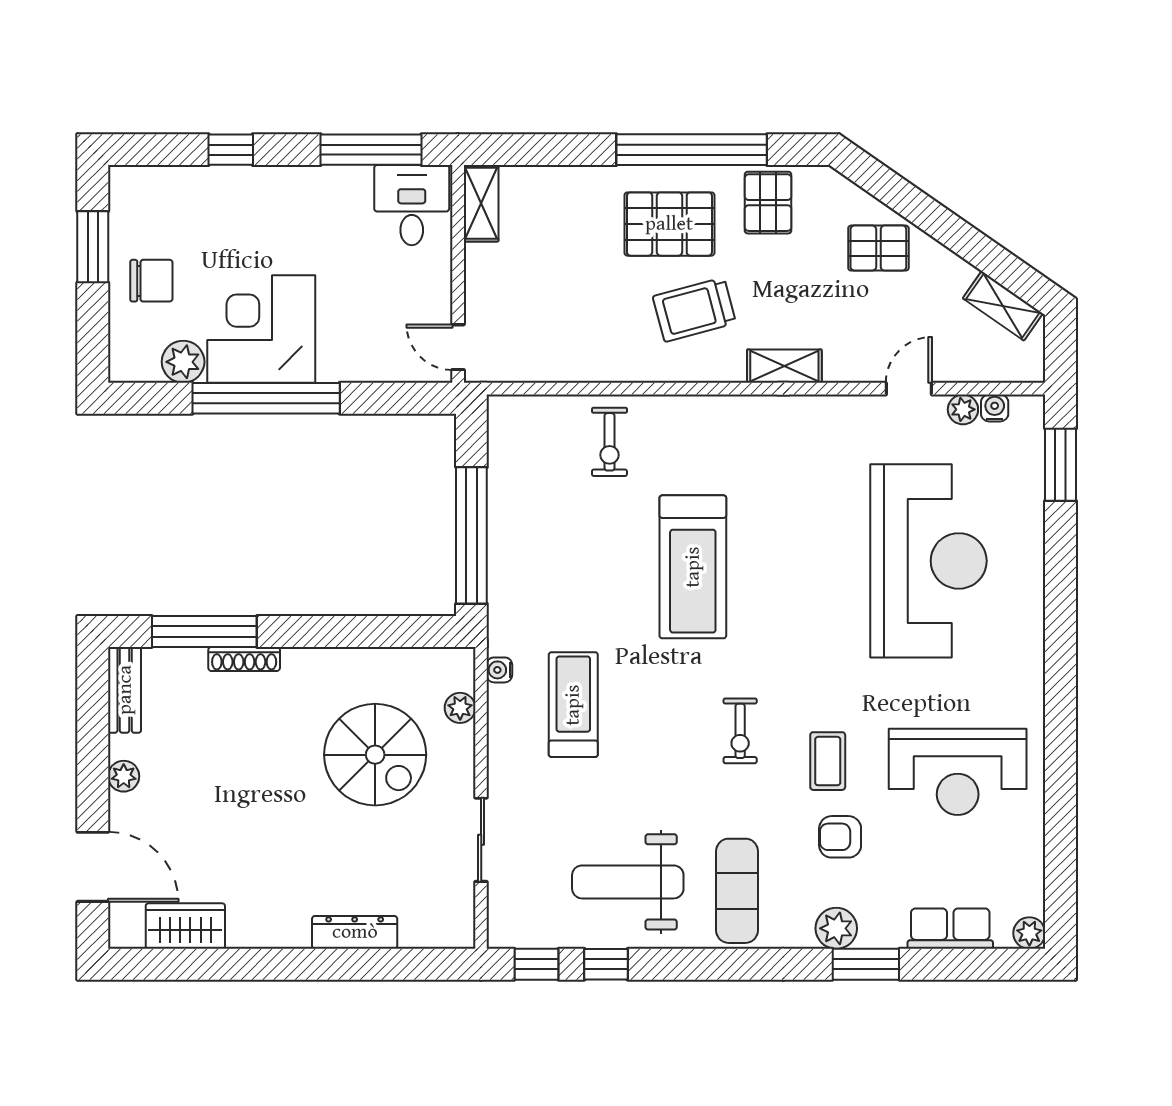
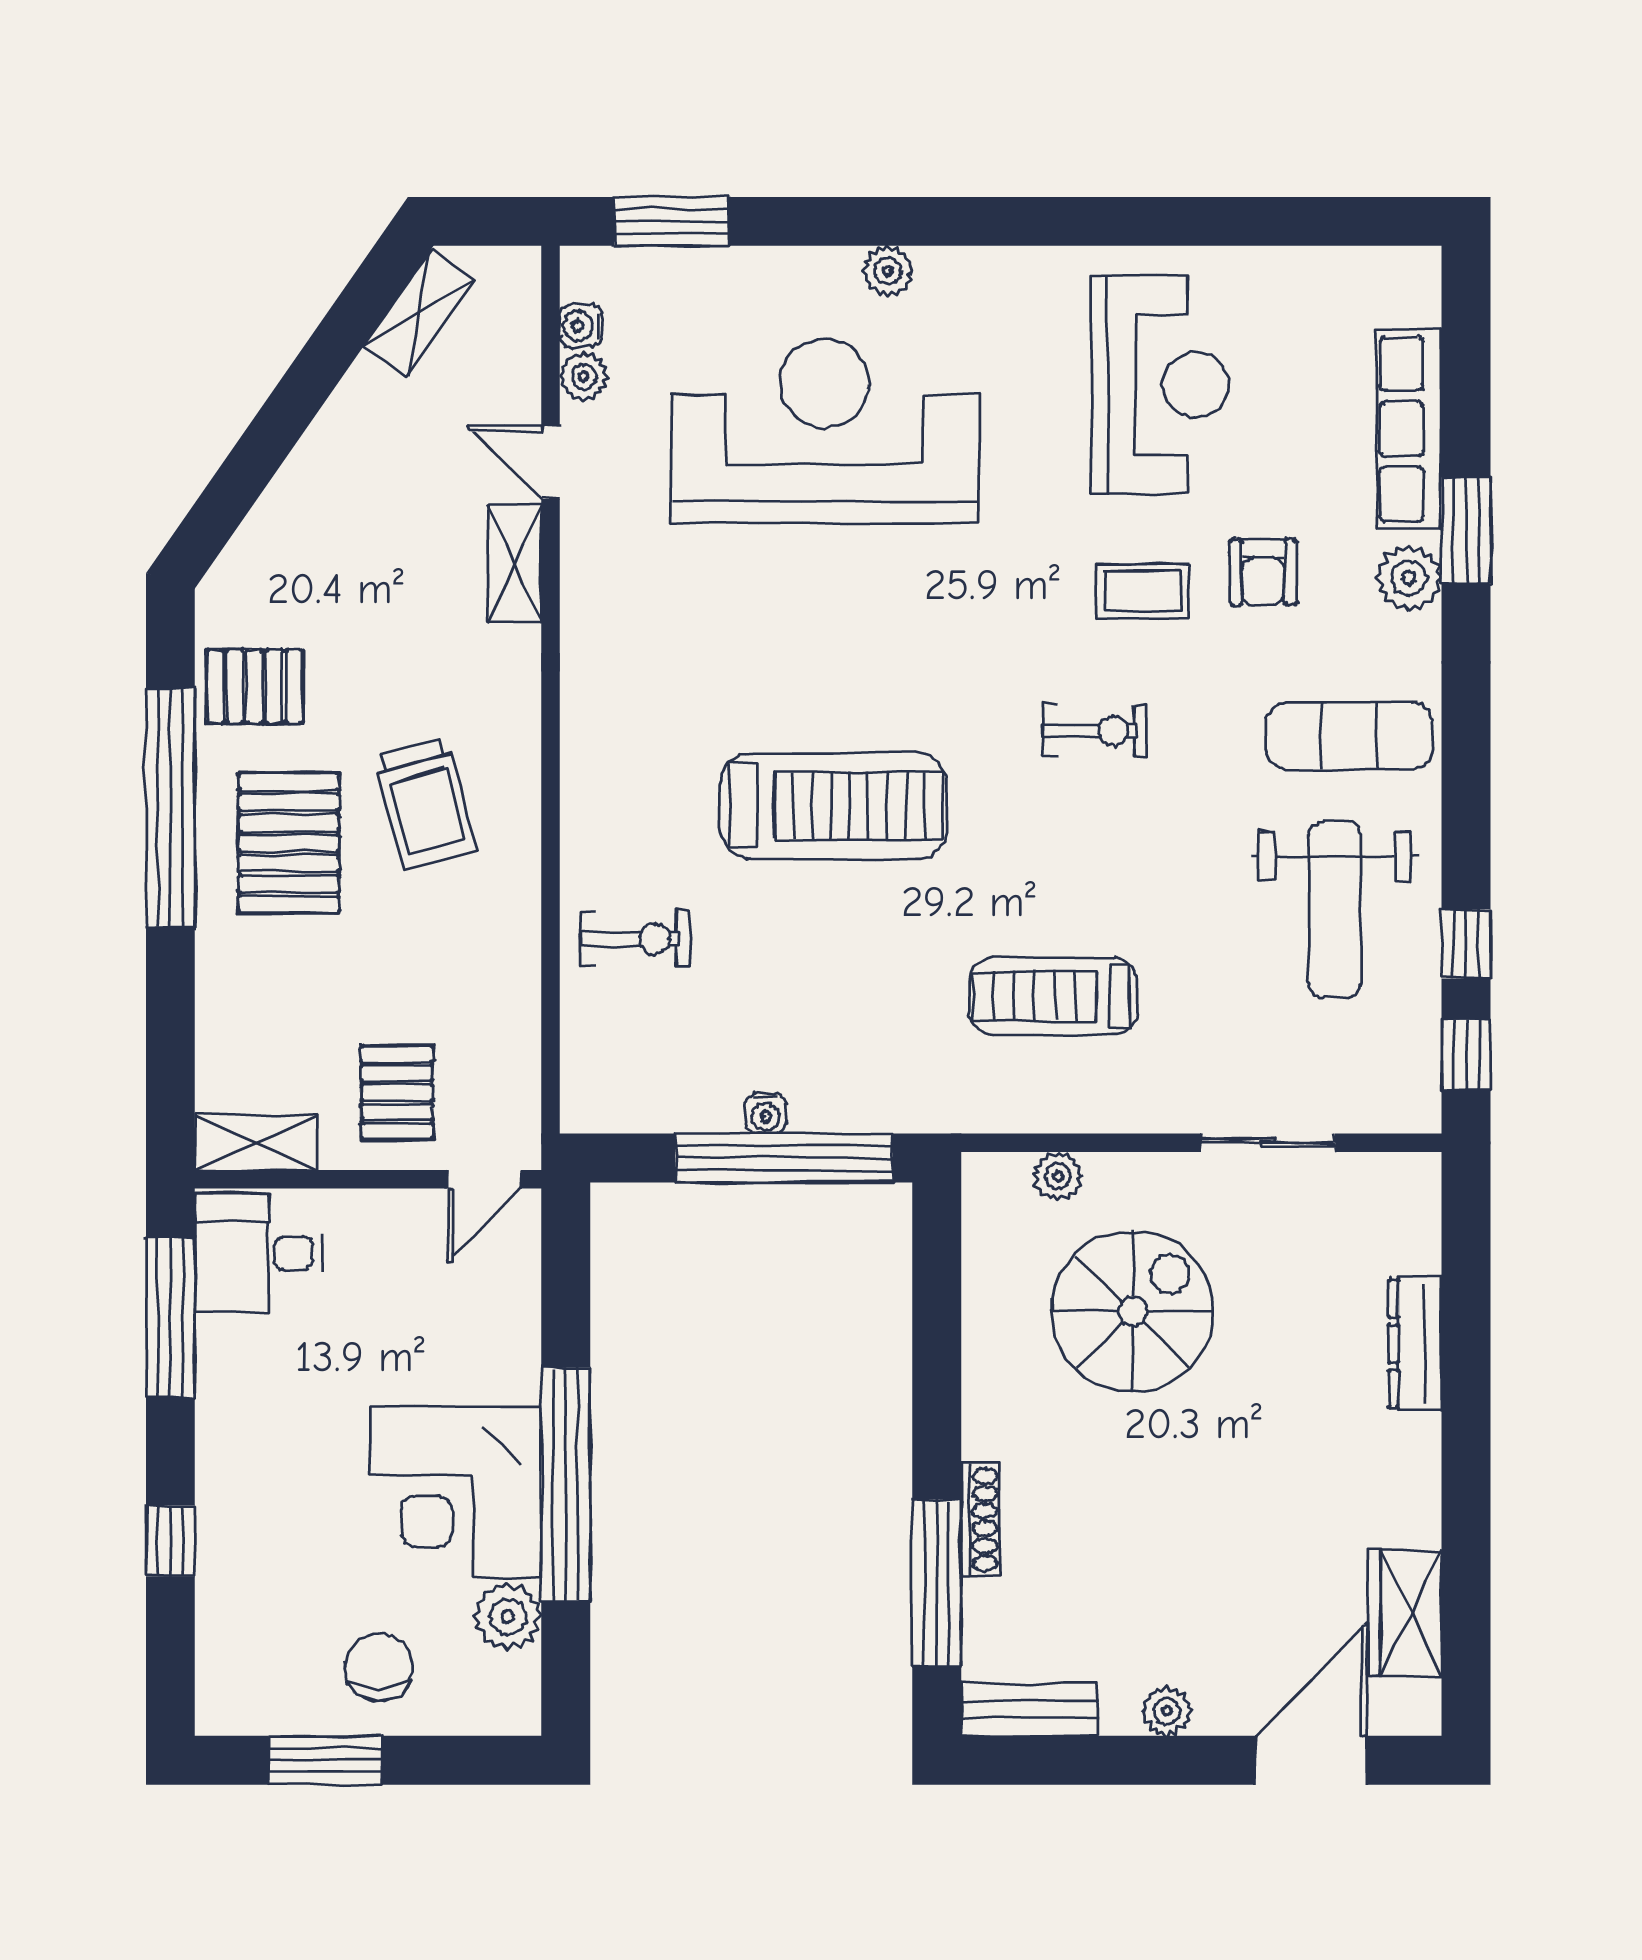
pallet: (878, 248) -> (397, 1093), moved
shelving: (784, 366) -> (515, 564), moved
water cooler: (499, 670) -> (766, 1114), moved
row of seats: (950, 929) -> (1409, 429), width x1.48
plant: (1029, 933) -> (888, 271), moved

